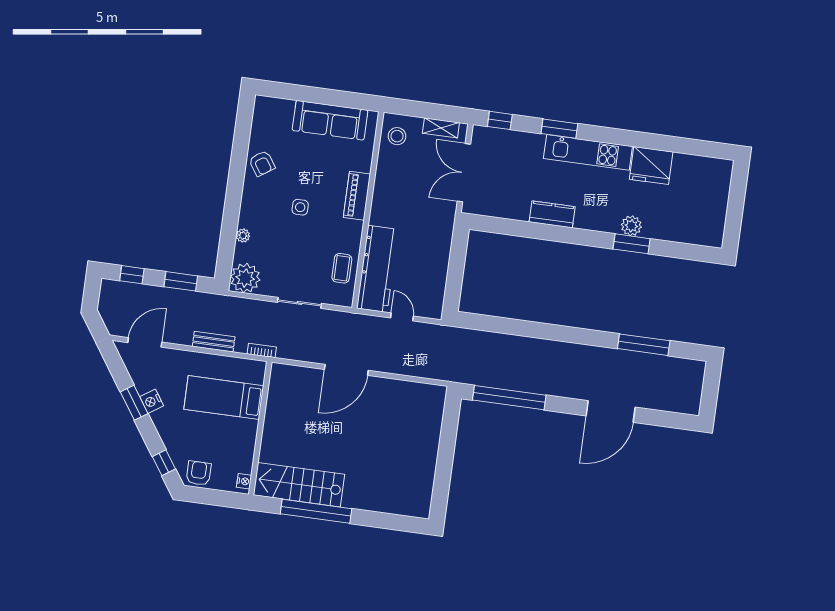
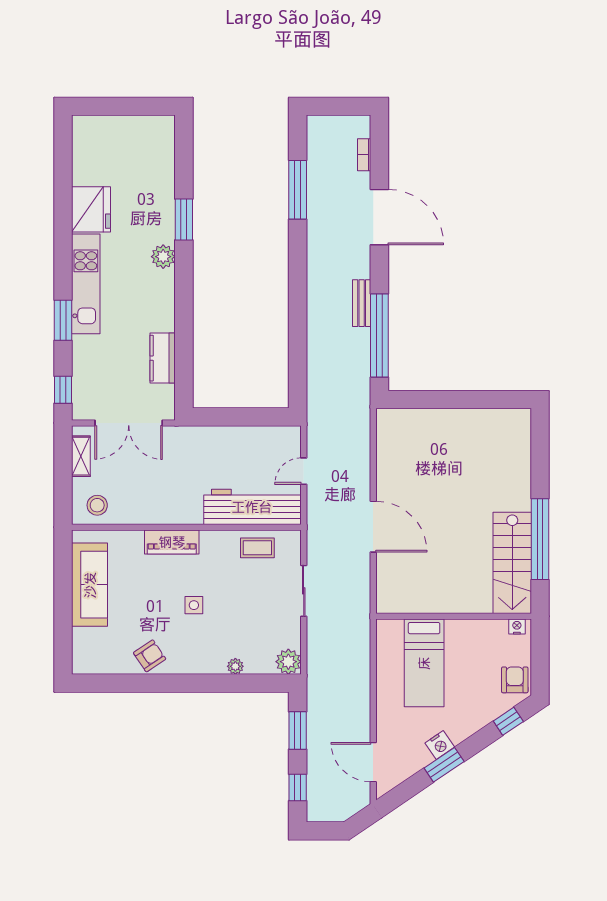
kitchen counter: (552, 214) -> (163, 358), moved
plant: (631, 226) -> (163, 257), moved
plant: (245, 278) -> (288, 662), width x0.73, depth x0.73
bench: (214, 342) -> (362, 303), moved
bookcase: (262, 350) -> (364, 155), moved
armchair: (199, 473) -> (515, 680), turned 90

